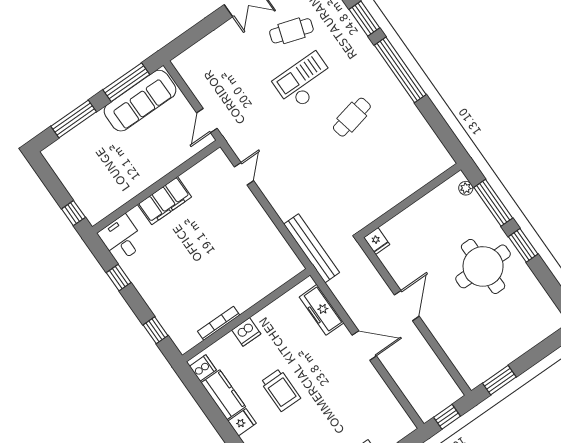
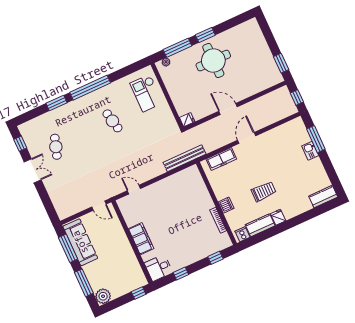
checkout: (304, 81) -> (146, 93), moved
plant: (57, 155) -> (103, 296), added

